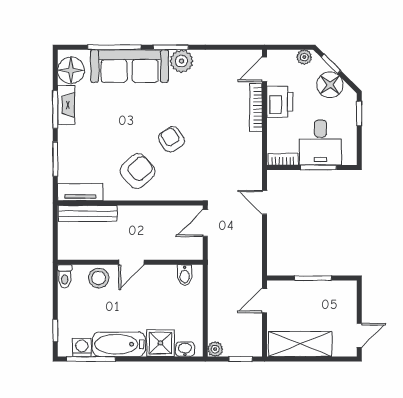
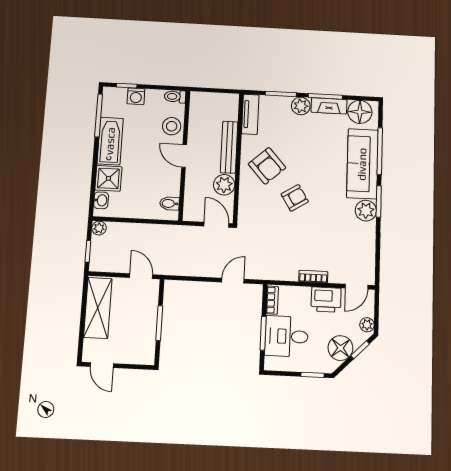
door: (264, 69) -> (357, 287), swing flipped
bookcase: (256, 108) -> (313, 277), width x0.64
plant: (68, 136) -> (301, 106), added
bench: (88, 214) -> (229, 147), moved
plant: (161, 217) -> (224, 185), added
washing machine: (82, 347) -> (136, 96), moved, turned 90

